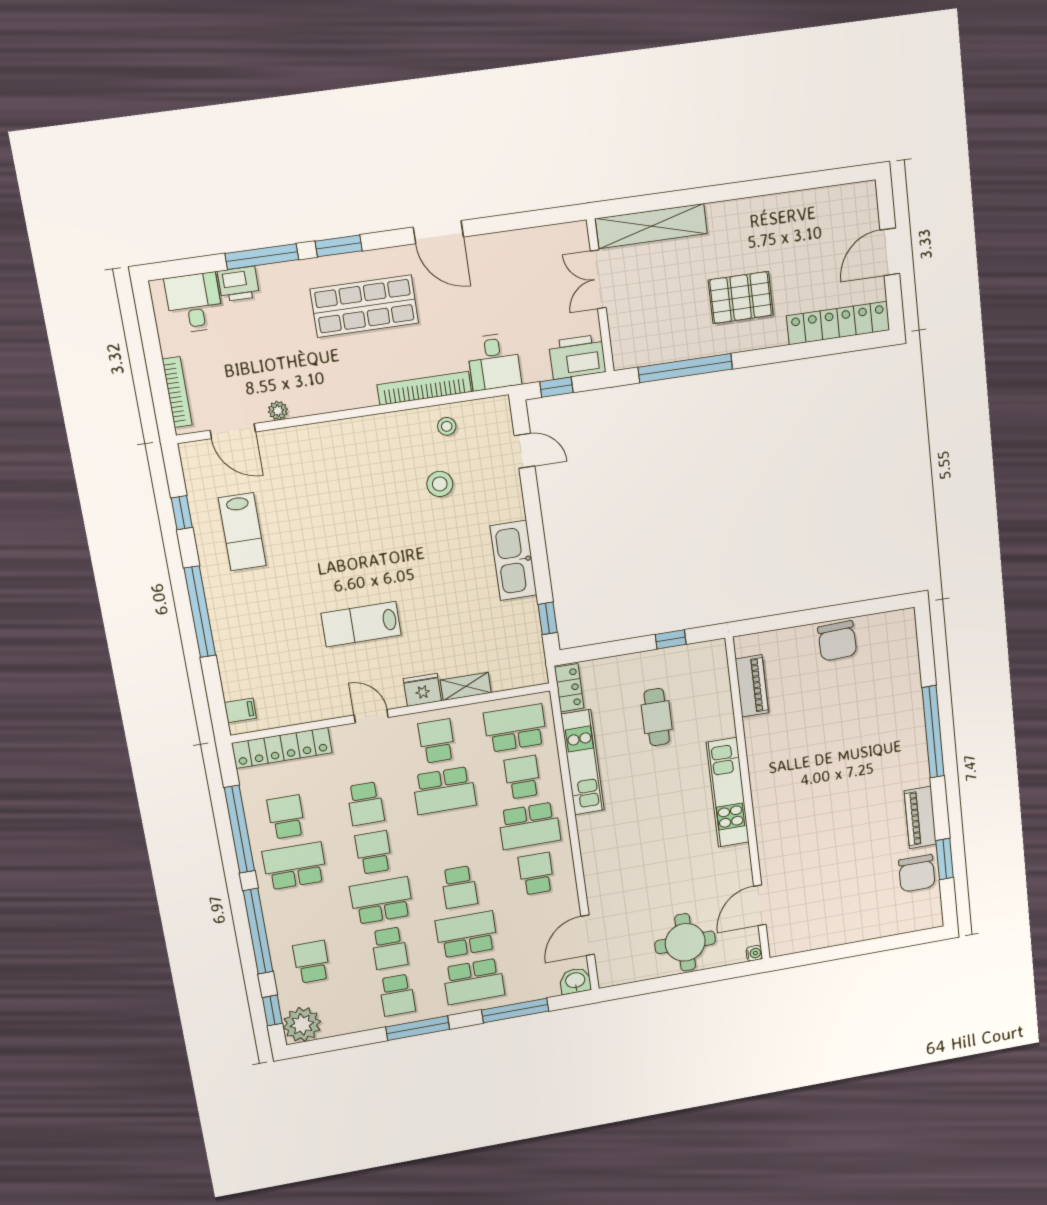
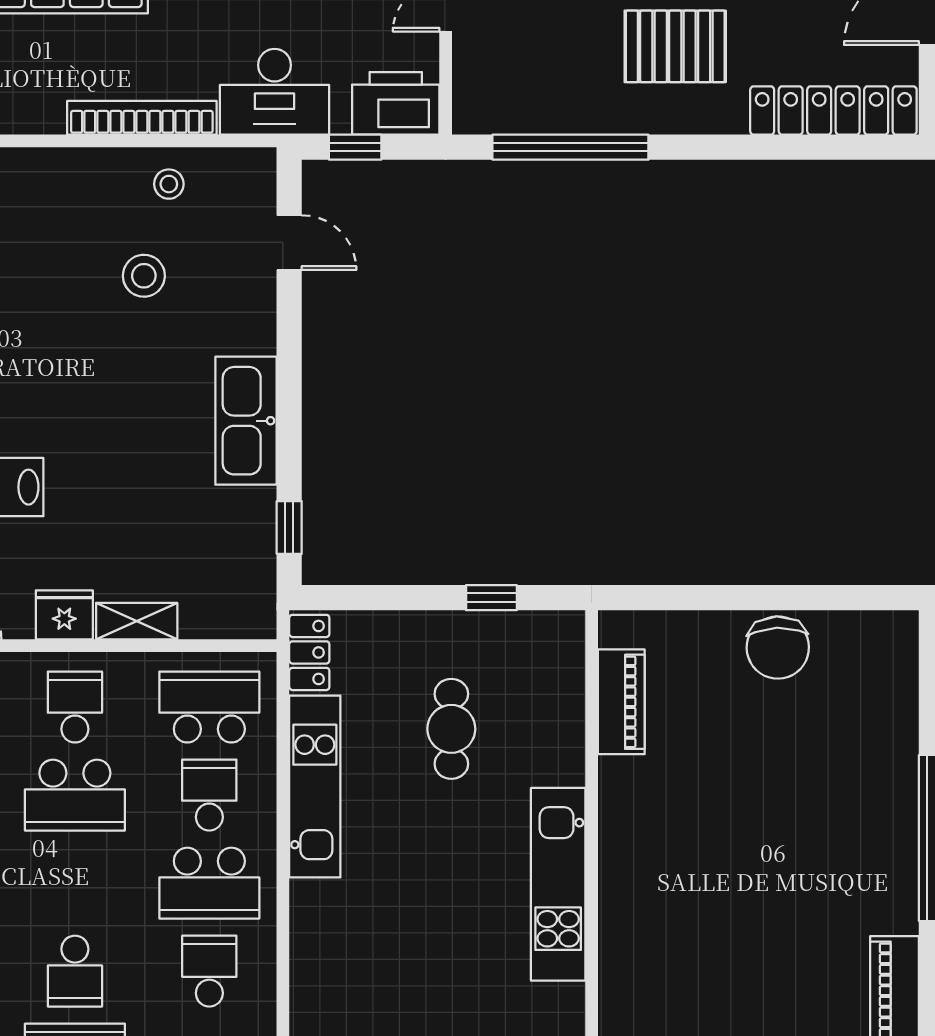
desk: (494, 362) -> (275, 92), width x1.37

